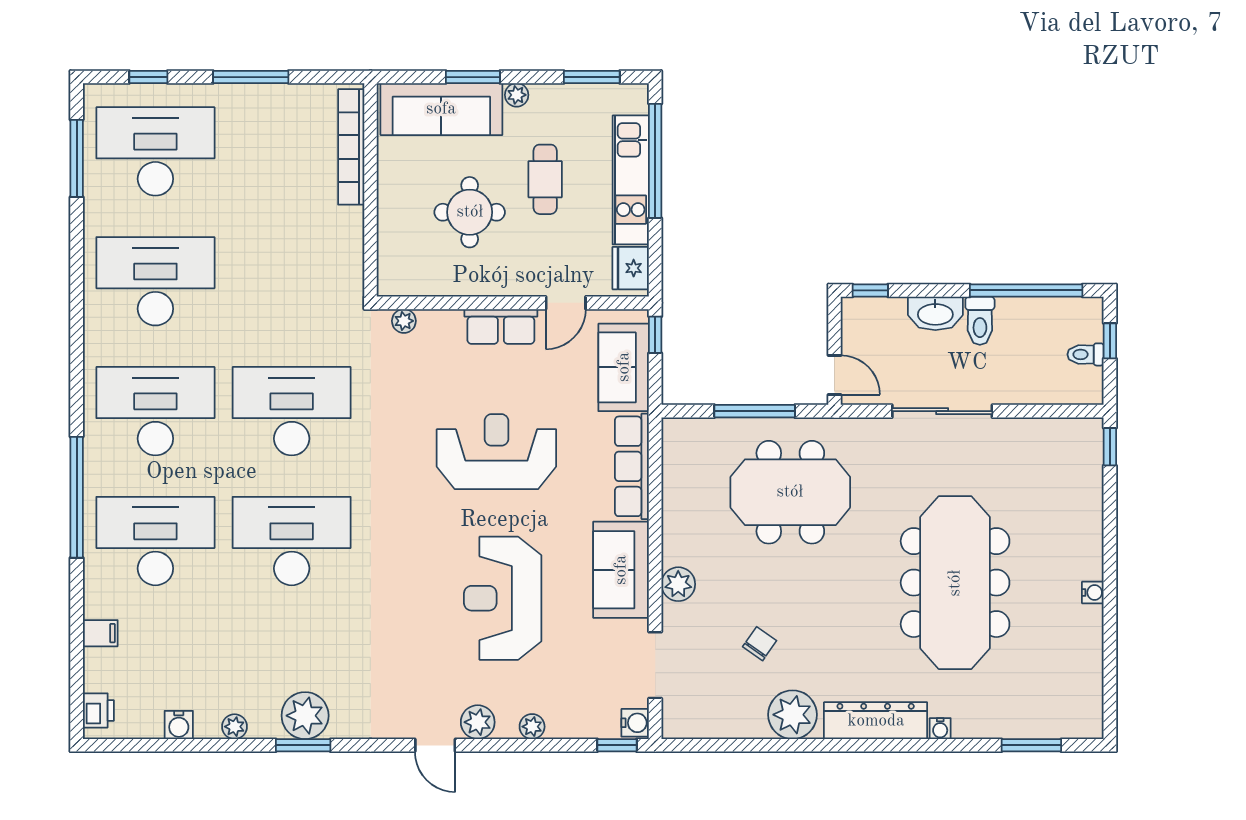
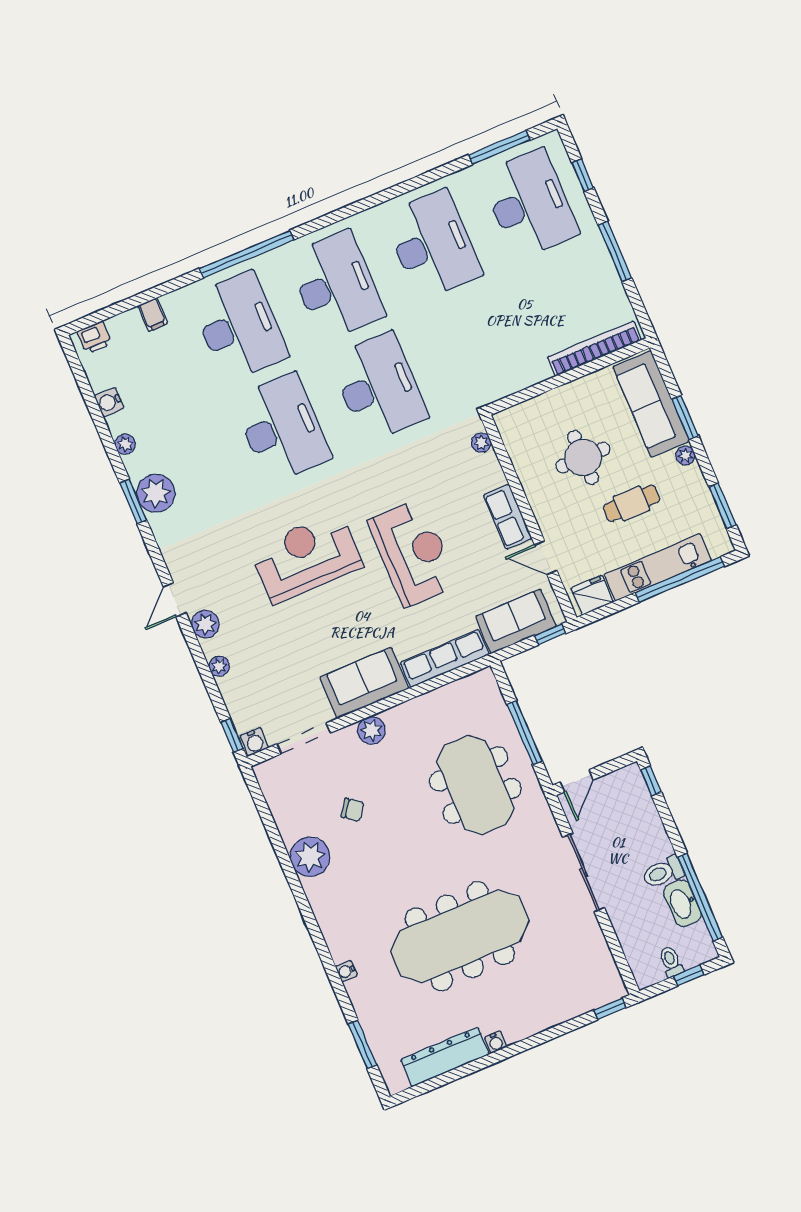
washbasin: (935, 313) -> (682, 903), moved
reception desk: (503, 598) -> (306, 557), moved
dresser: (876, 721) -> (445, 1057), moved, turned -90

